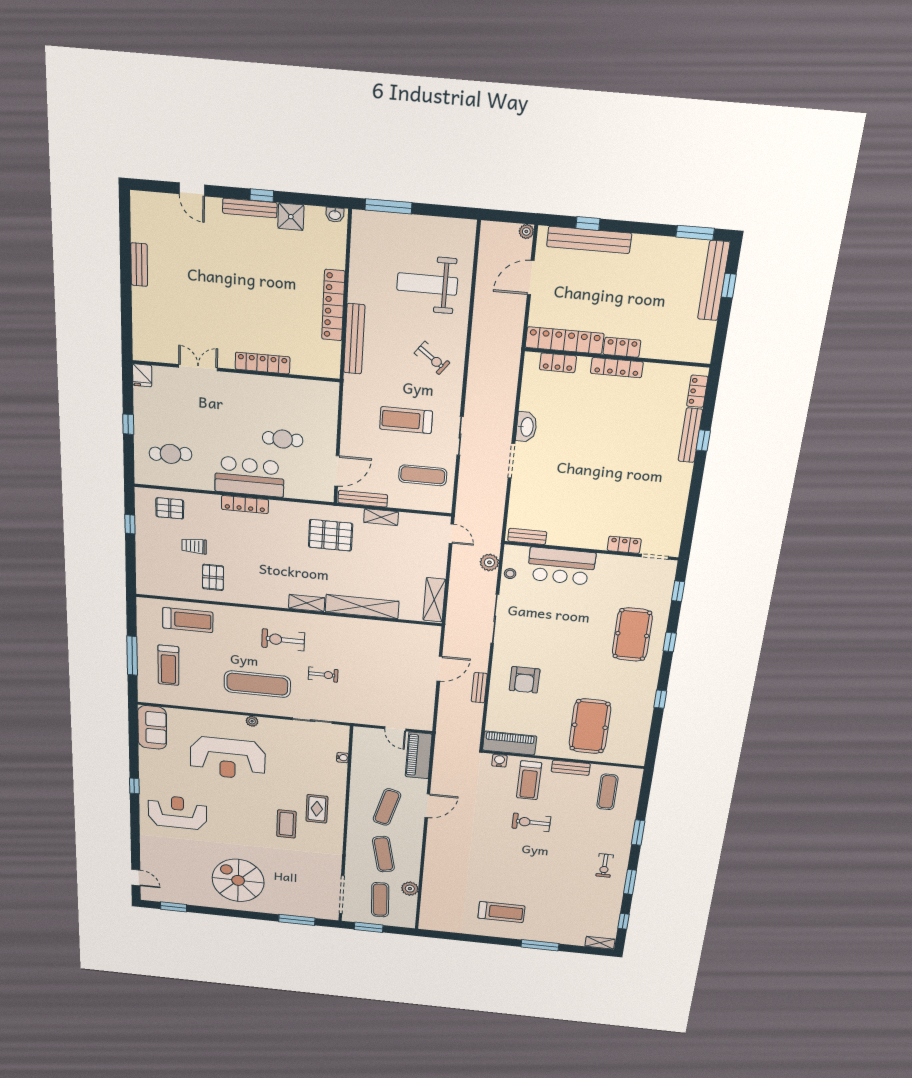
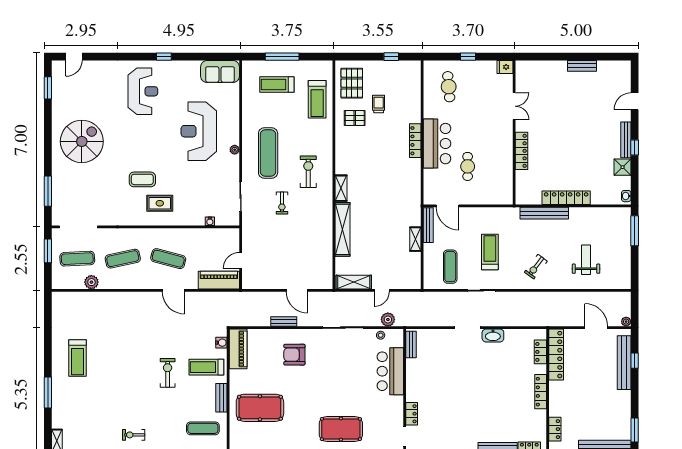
weight bench: (427, 284) -> (586, 260), width x0.73, depth x0.75
locker: (622, 347) -> (555, 429), moved
pallet: (170, 508) -> (352, 83), moved, width x1.50, depth x1.42
door: (451, 534) -> (382, 290), moved
pallet: (331, 535) -> (397, 203), removed

